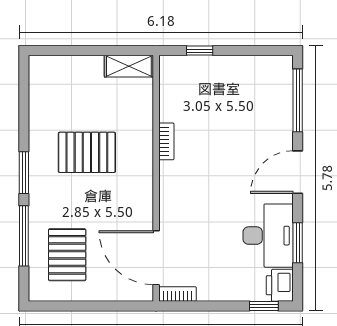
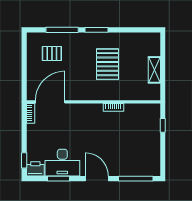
shelving: (129, 66) -> (154, 70), moved
pallet: (67, 255) -> (52, 53), width x0.67, depth x0.71

